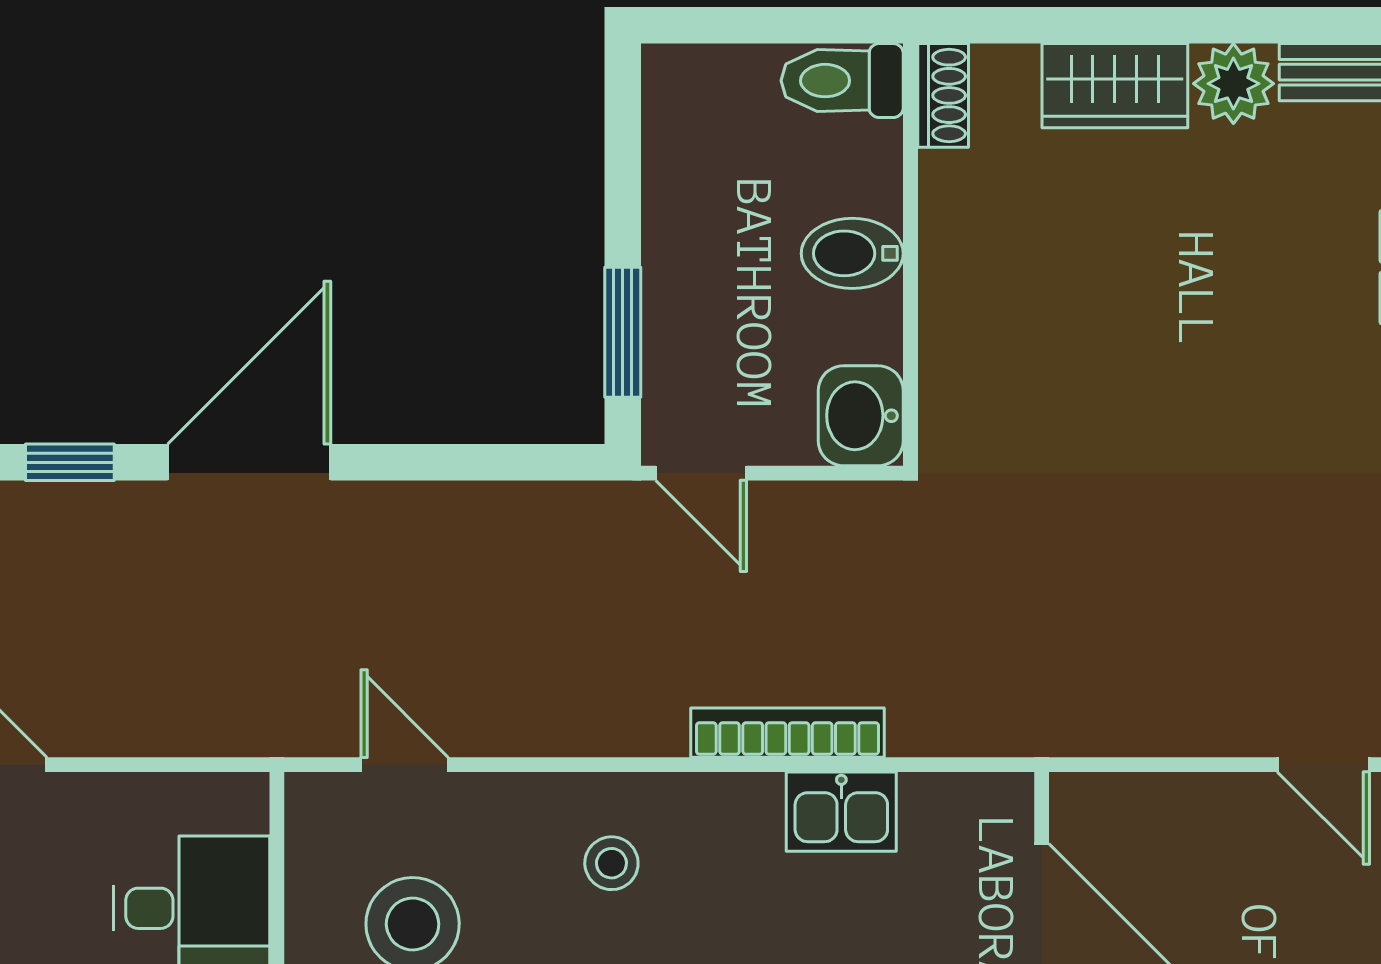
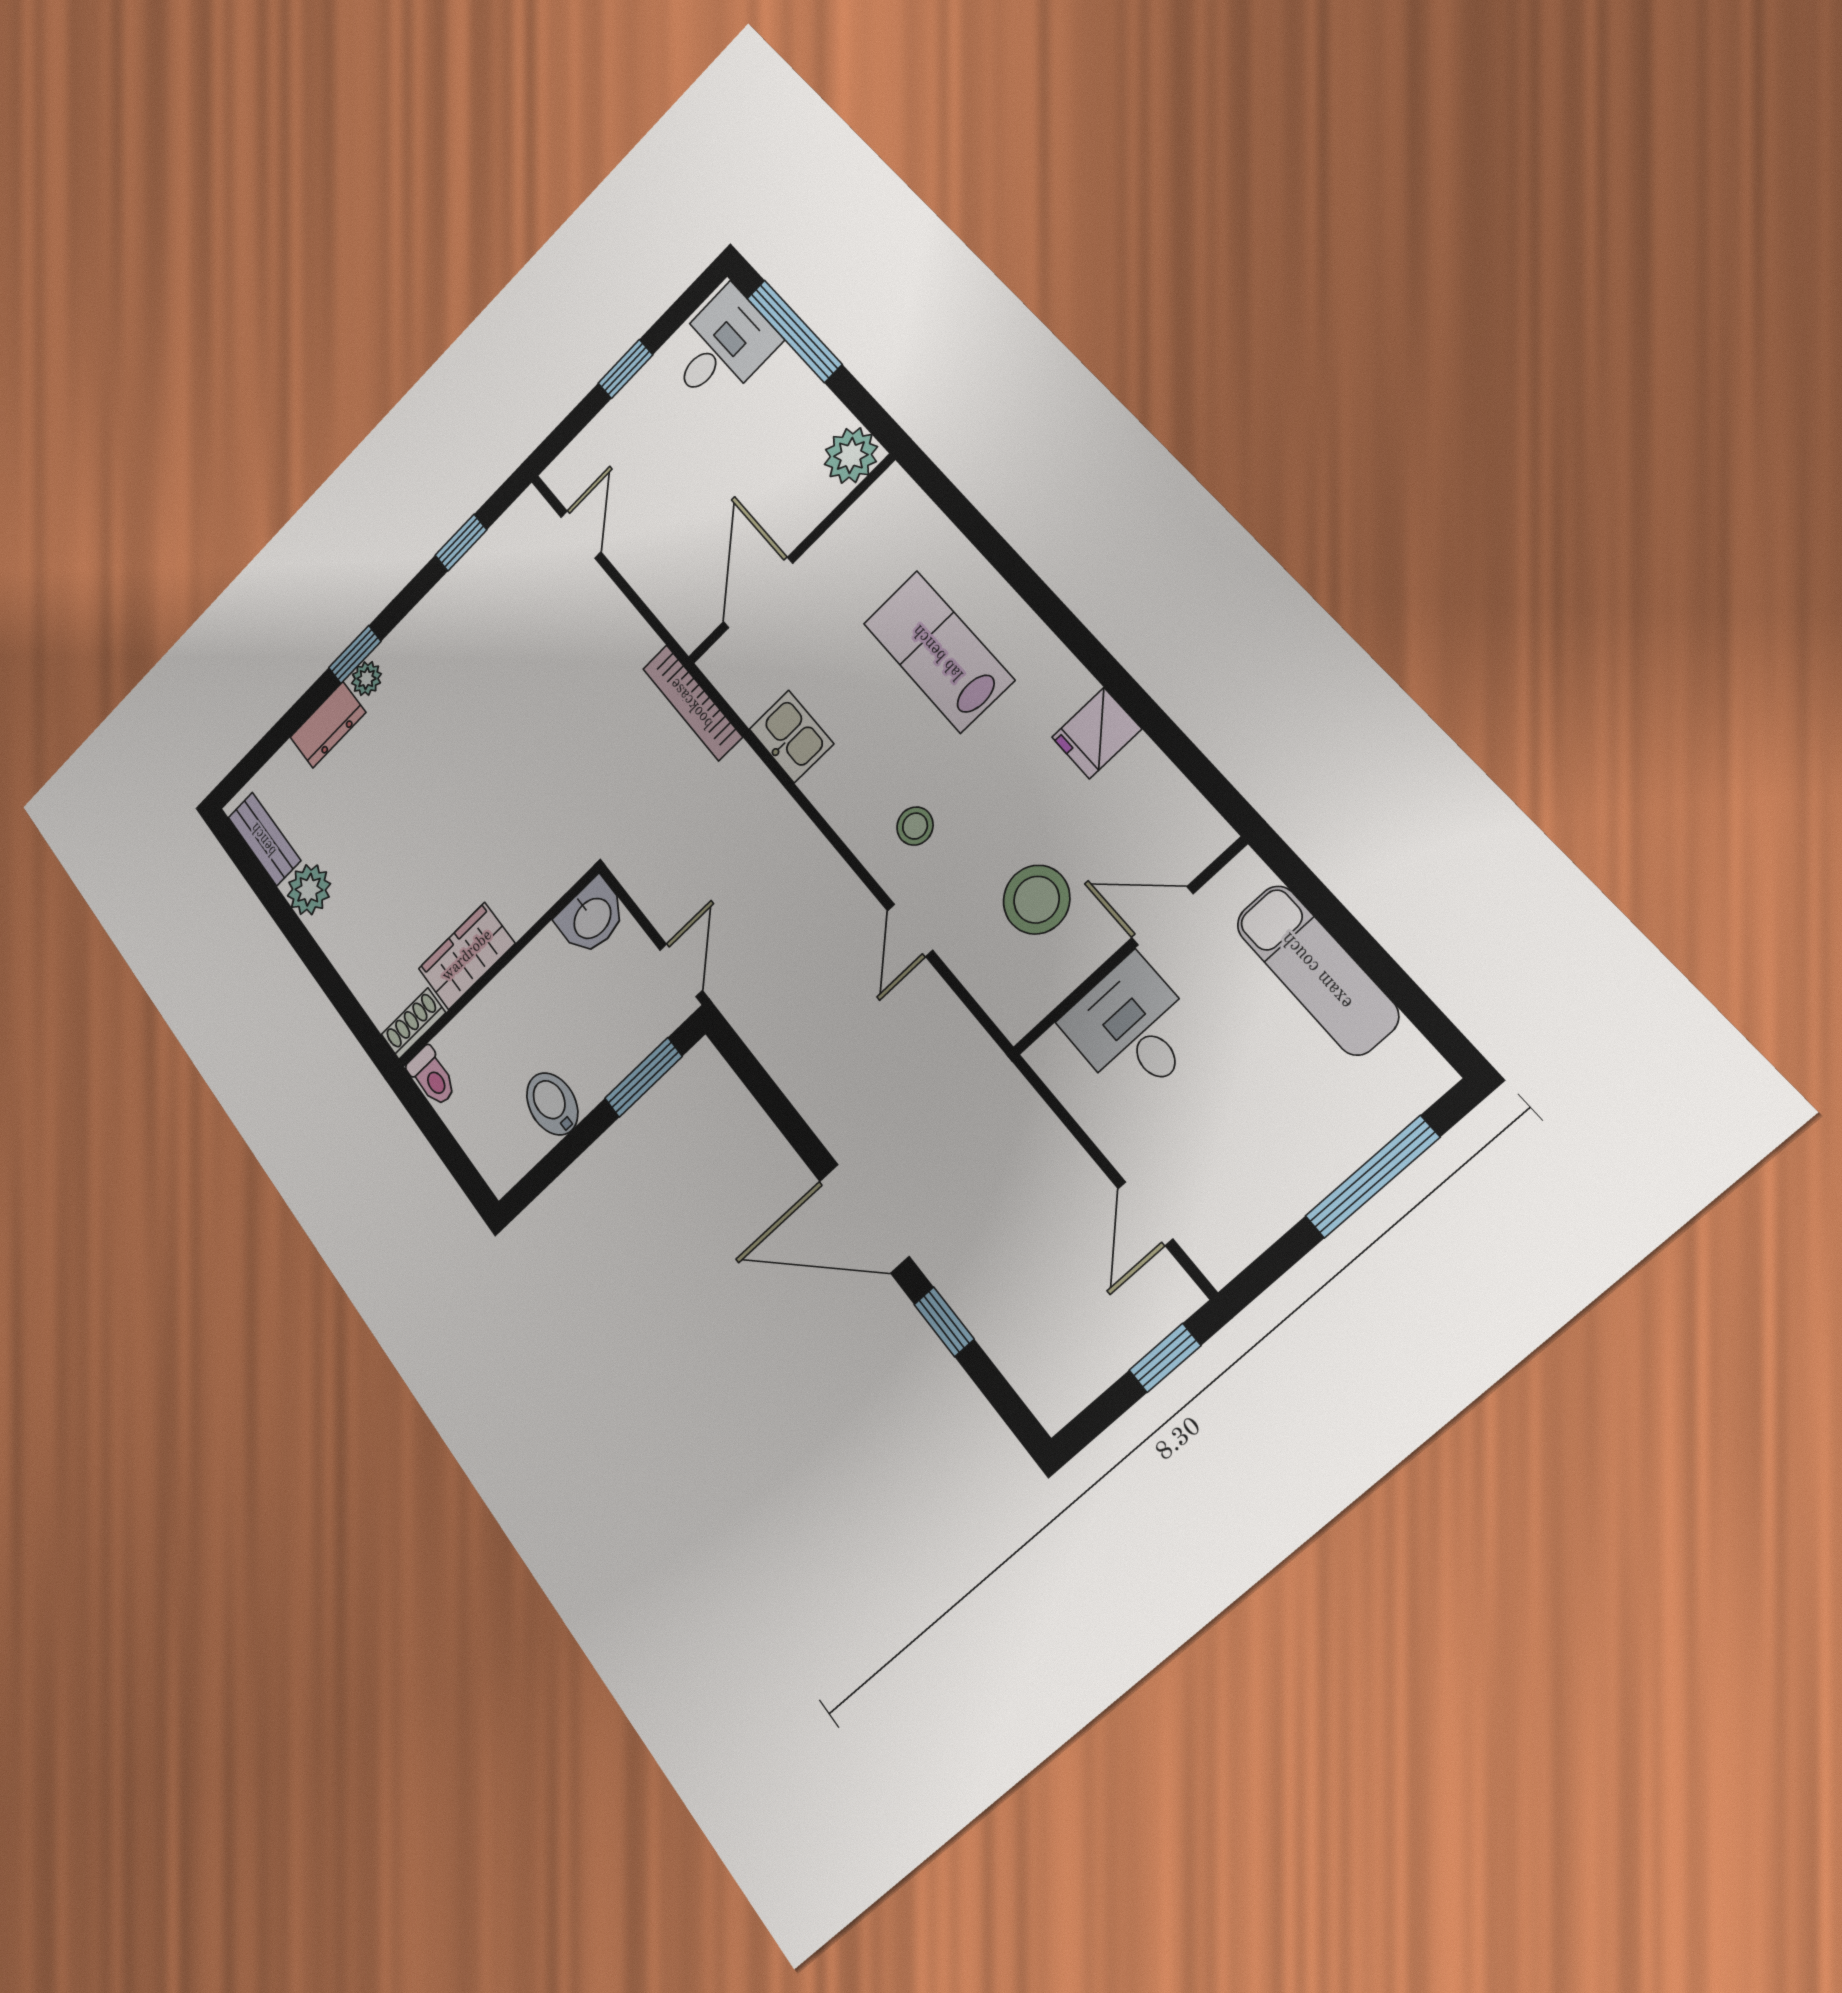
toilet: (842, 81) -> (432, 1077), width x0.73, depth x0.72
wardrobe: (1115, 86) -> (467, 956), moved, turned -90
bidet: (852, 253) -> (552, 1104), moved, turned 180
bookcase: (787, 733) -> (692, 703), moved
door: (404, 765) -> (910, 930), moved

